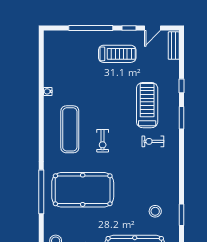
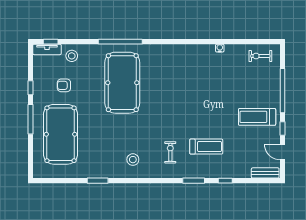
treadmill: (117, 54) -> (257, 117), turned 90
treadmill: (147, 105) -> (206, 147), width x0.73, depth x0.73
exercise mat: (70, 129) -> (182, 70), removed
exercise bike: (103, 141) -> (260, 56), moved
stool: (155, 211) -> (133, 160), moved

